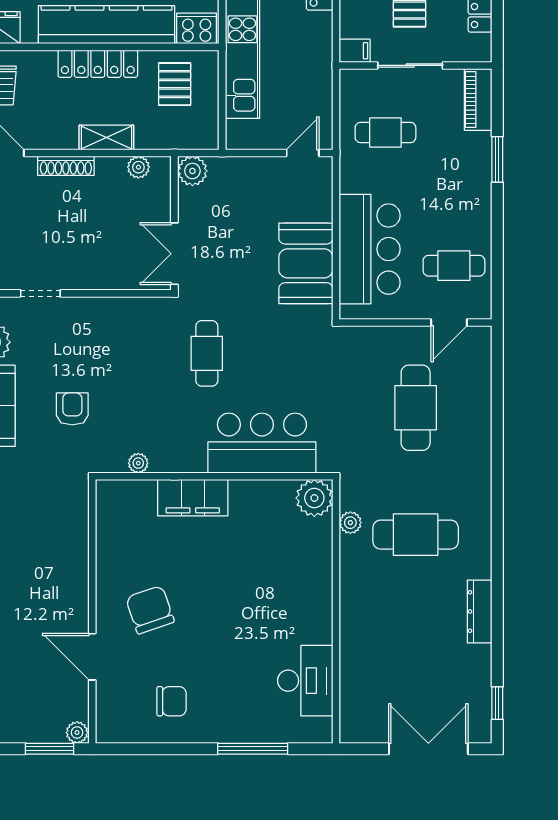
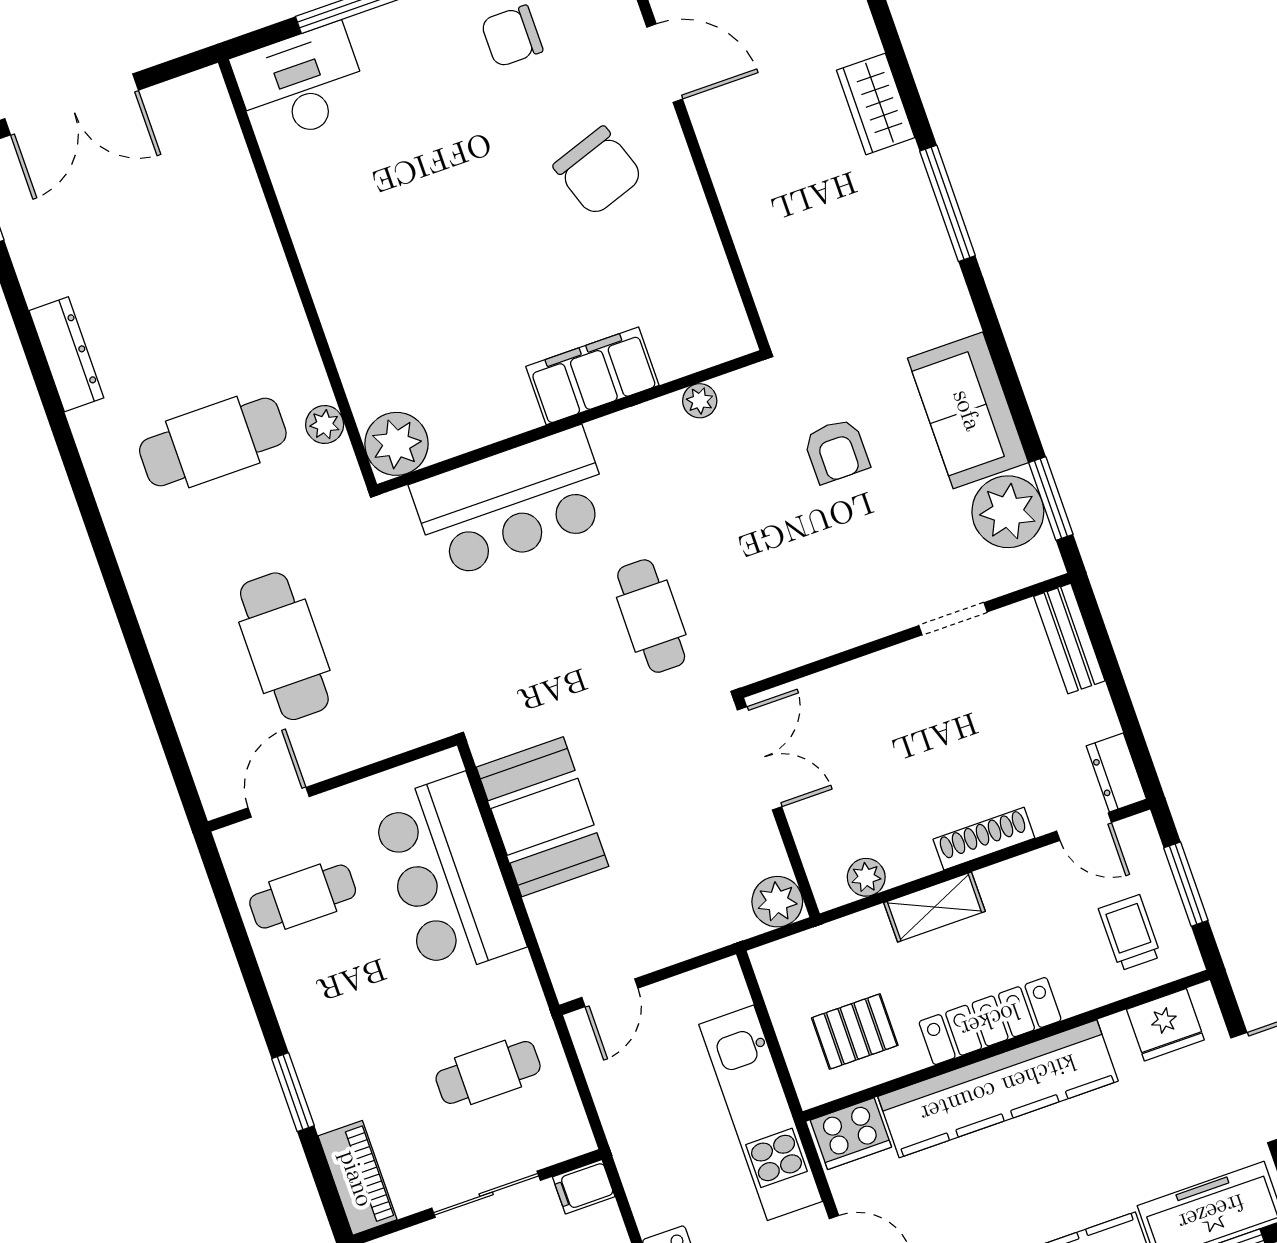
pallet: (175, 84) -> (855, 1032), turned 90
desk: (305, 681) -> (301, 84), moved, turned 90

